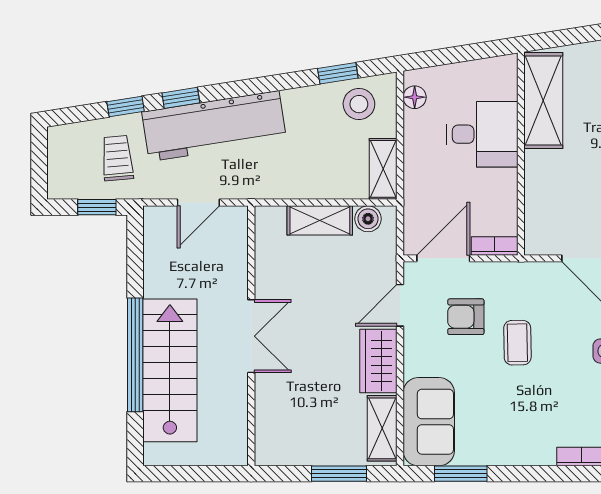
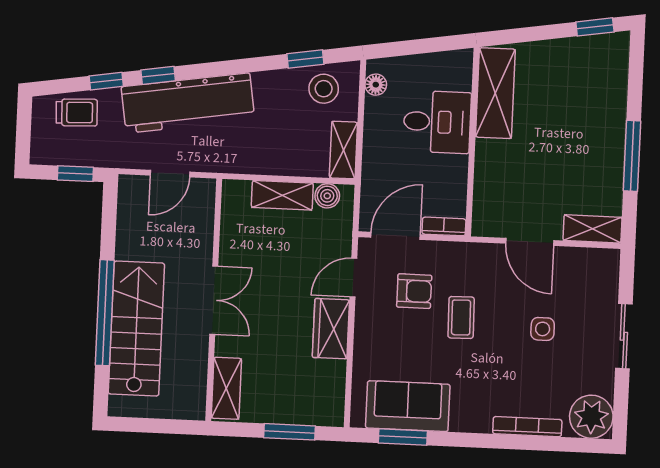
trolley: (117, 158) -> (77, 112), moved, turned 93
armchair: (466, 317) -> (414, 291), turned 180
sofa: (429, 422) -> (408, 406), moved, turned -90
shelving: (382, 428) -> (226, 388), moved

